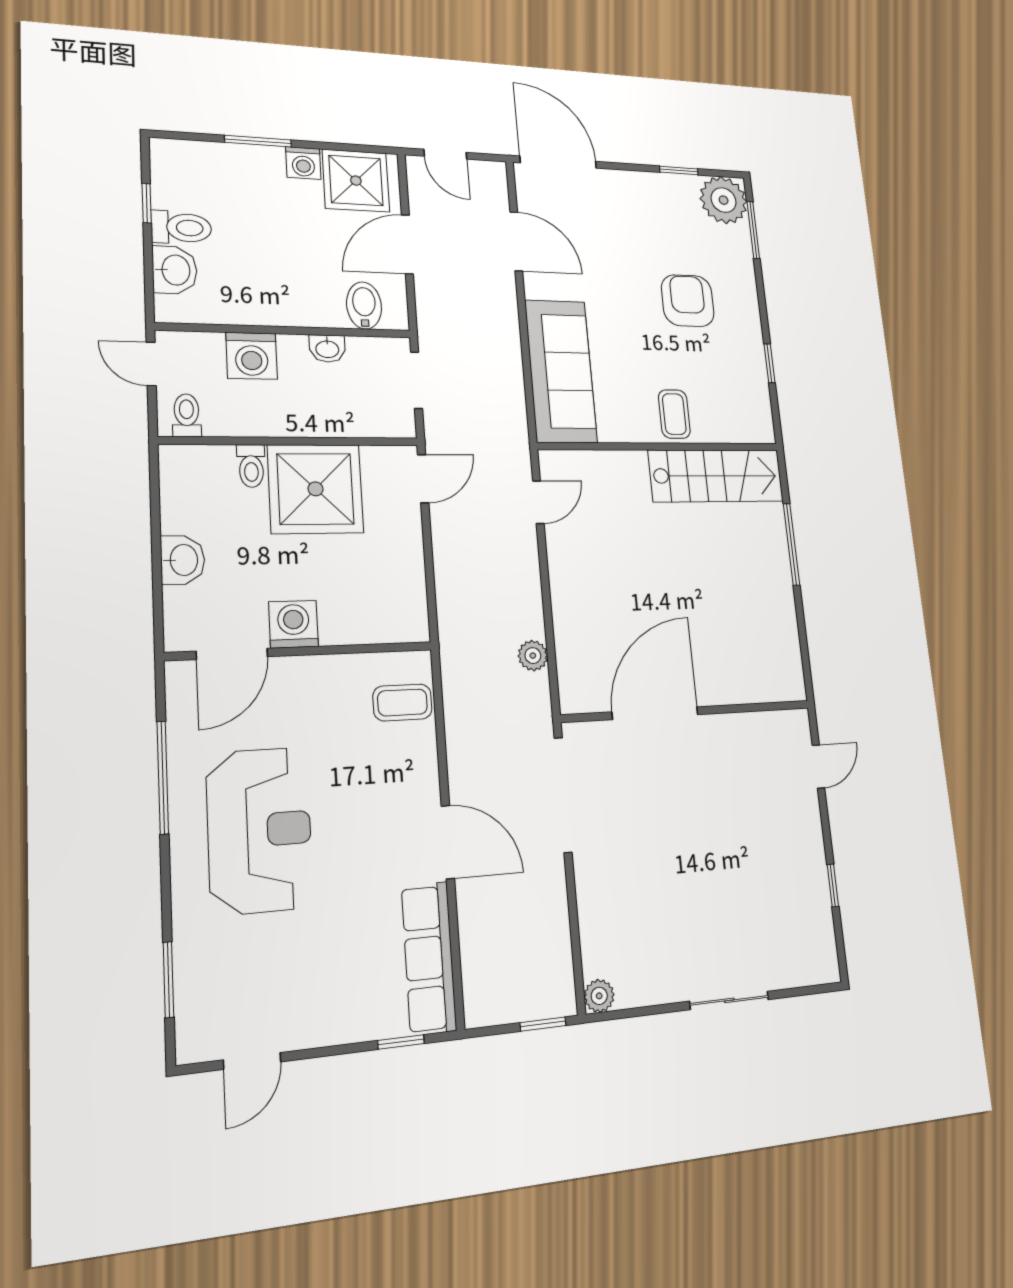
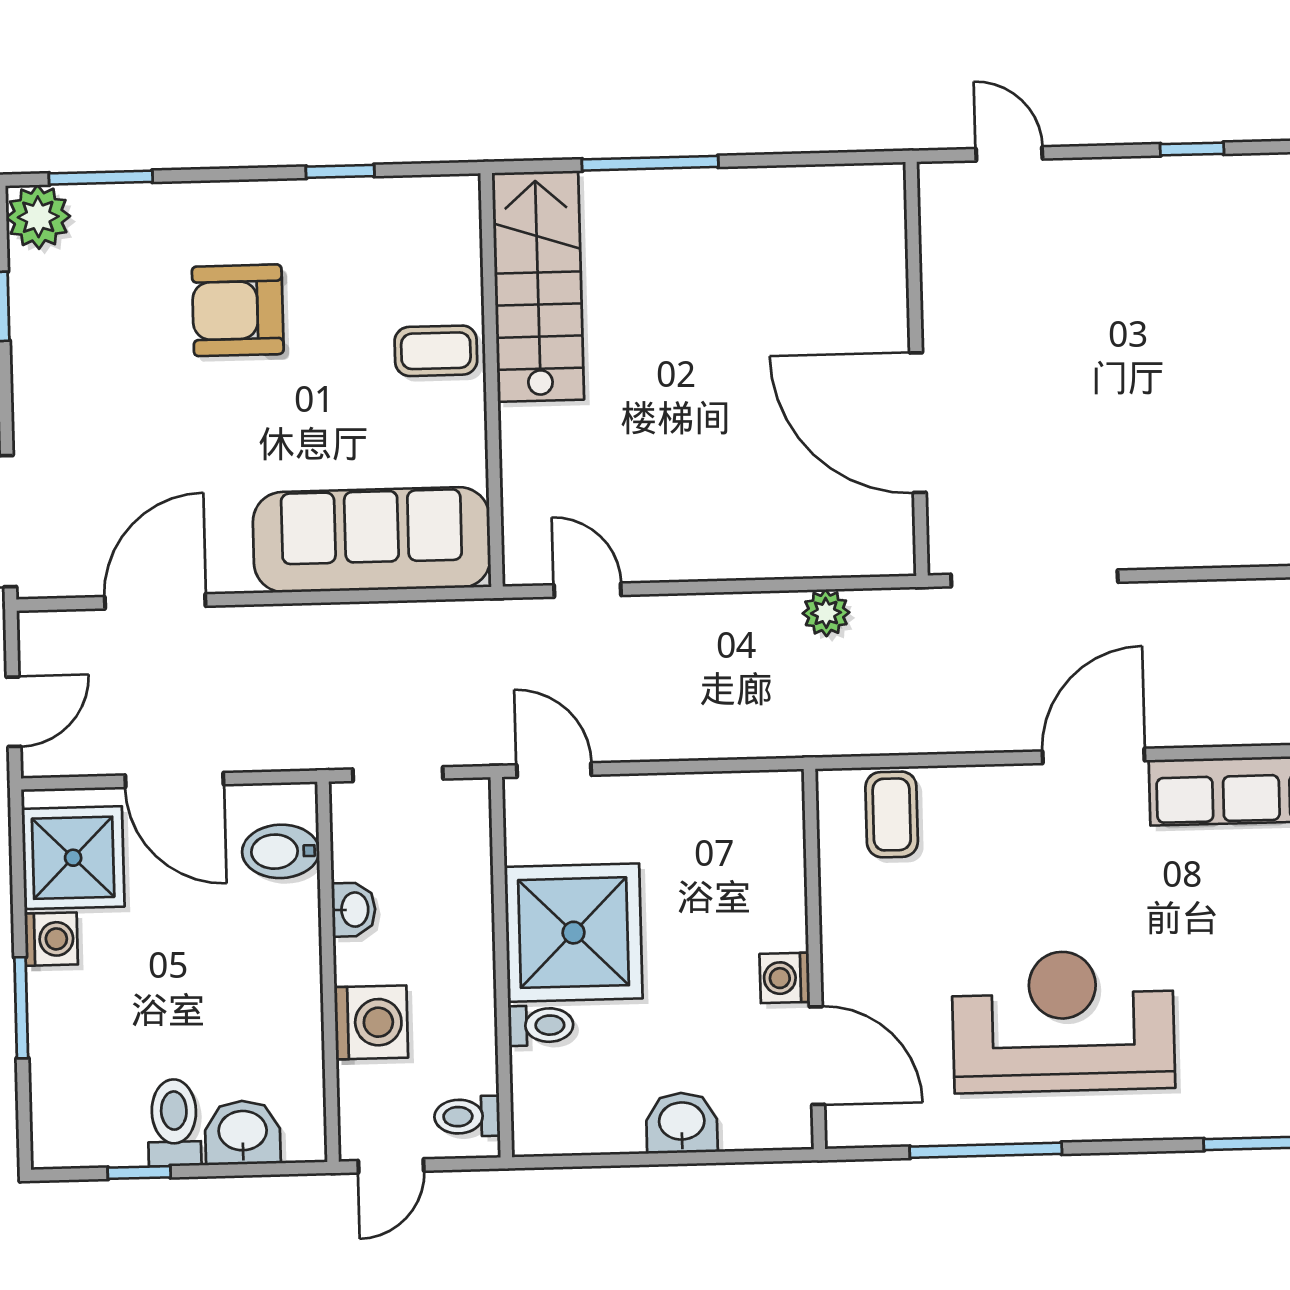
plant: (724, 200) -> (38, 217), width x0.73, depth x0.73
washing machine: (293, 624) -> (785, 978), width x0.73, depth x0.73

